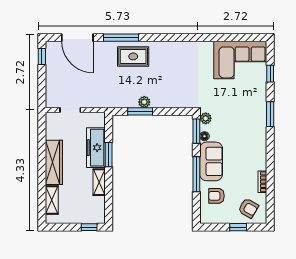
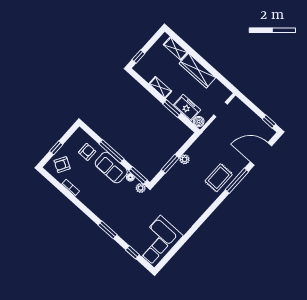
window: (140, 111) -> (170, 164), moved
boiler: (99, 120) -> (199, 122), added
freezer: (96, 148) -> (187, 108), width x0.71

